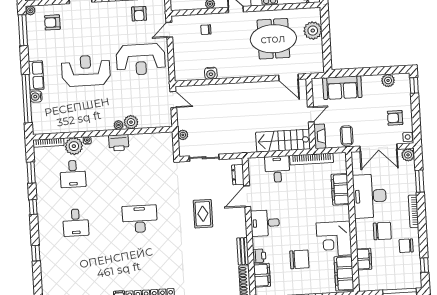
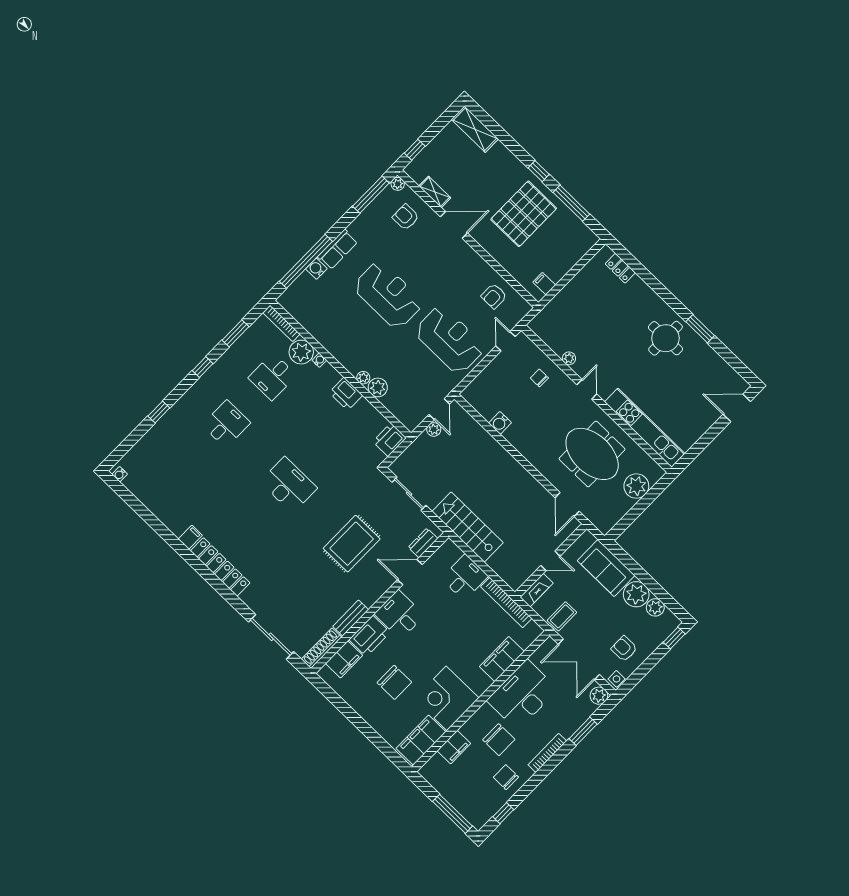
door: (169, 30) -> (506, 341), hinge flipped
reception desk: (141, 59) -> (450, 340), turned 180
plant: (371, 84) -> (636, 594), added
plant: (183, 135) -> (434, 429), moved
stairs: (283, 141) -> (468, 527), moved
printer: (165, 142) -> (389, 440), added
rug: (203, 214) -> (352, 544), width x1.36, depth x1.43
desk: (76, 223) -> (226, 424), turned 180
printer: (259, 256) -> (370, 636), width x1.87, depth x1.48

